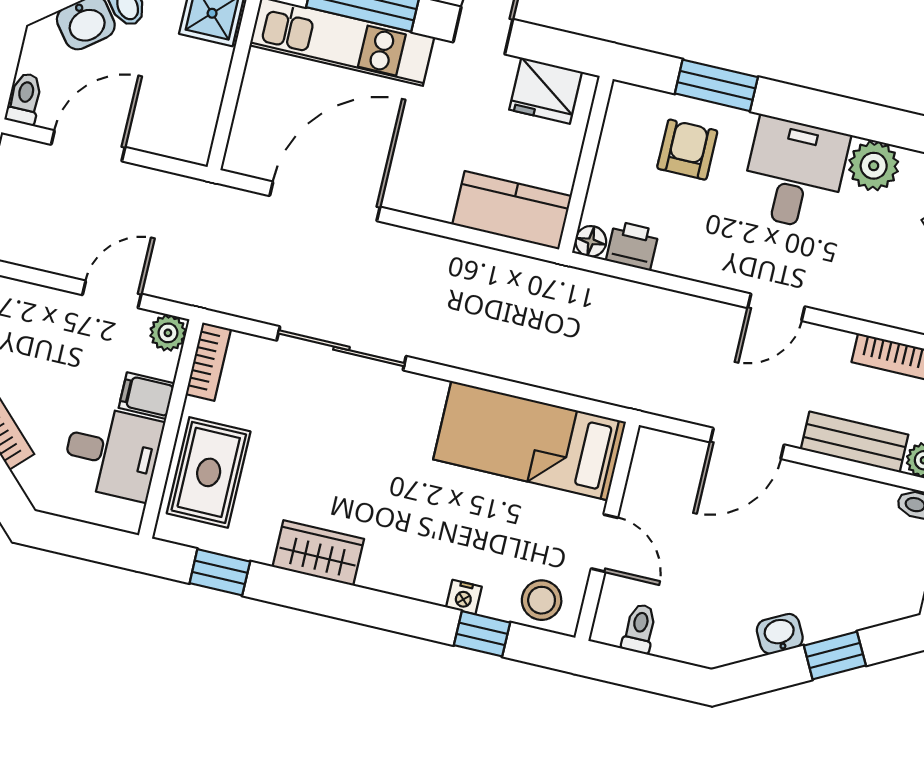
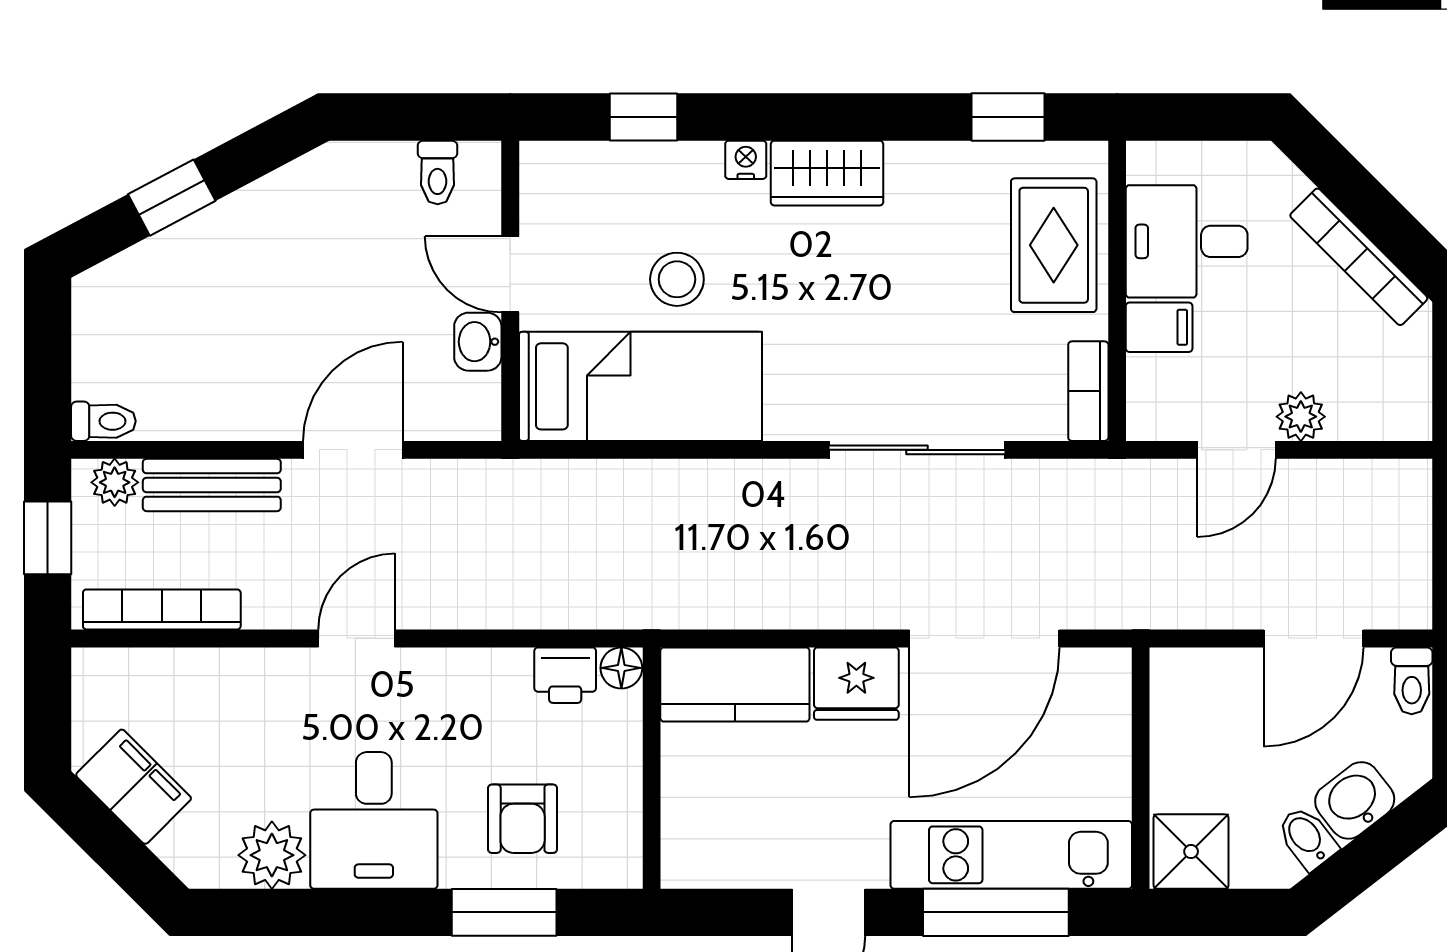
fridge: (546, 91) -> (856, 684), moved, turned 180
plant: (168, 333) -> (1301, 417), moved
wardrobe: (318, 553) -> (827, 173), moved
nightstand: (464, 597) -> (746, 160), moved
stool: (542, 600) -> (677, 279), moved
washbasin: (780, 634) -> (478, 342), moved, turned 118

